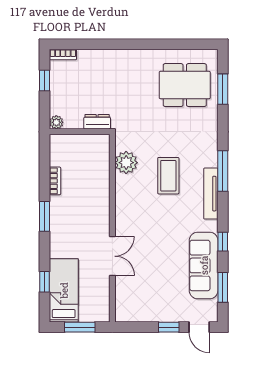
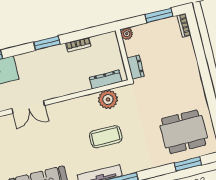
window: (44, 80) -> (159, 15), width x1.50
dining table: (185, 85) -> (184, 132), turned 90
dresser: (103, 160) -> (106, 80), added

